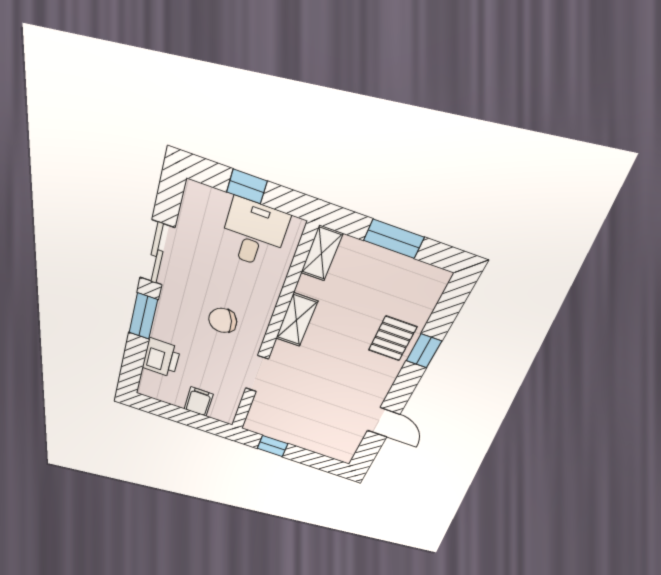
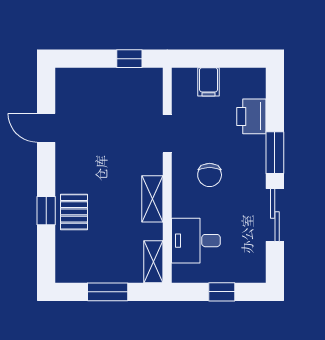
desk: (254, 234) -> (196, 241), moved, turned 90
chair: (223, 320) -> (210, 175), turned 107

